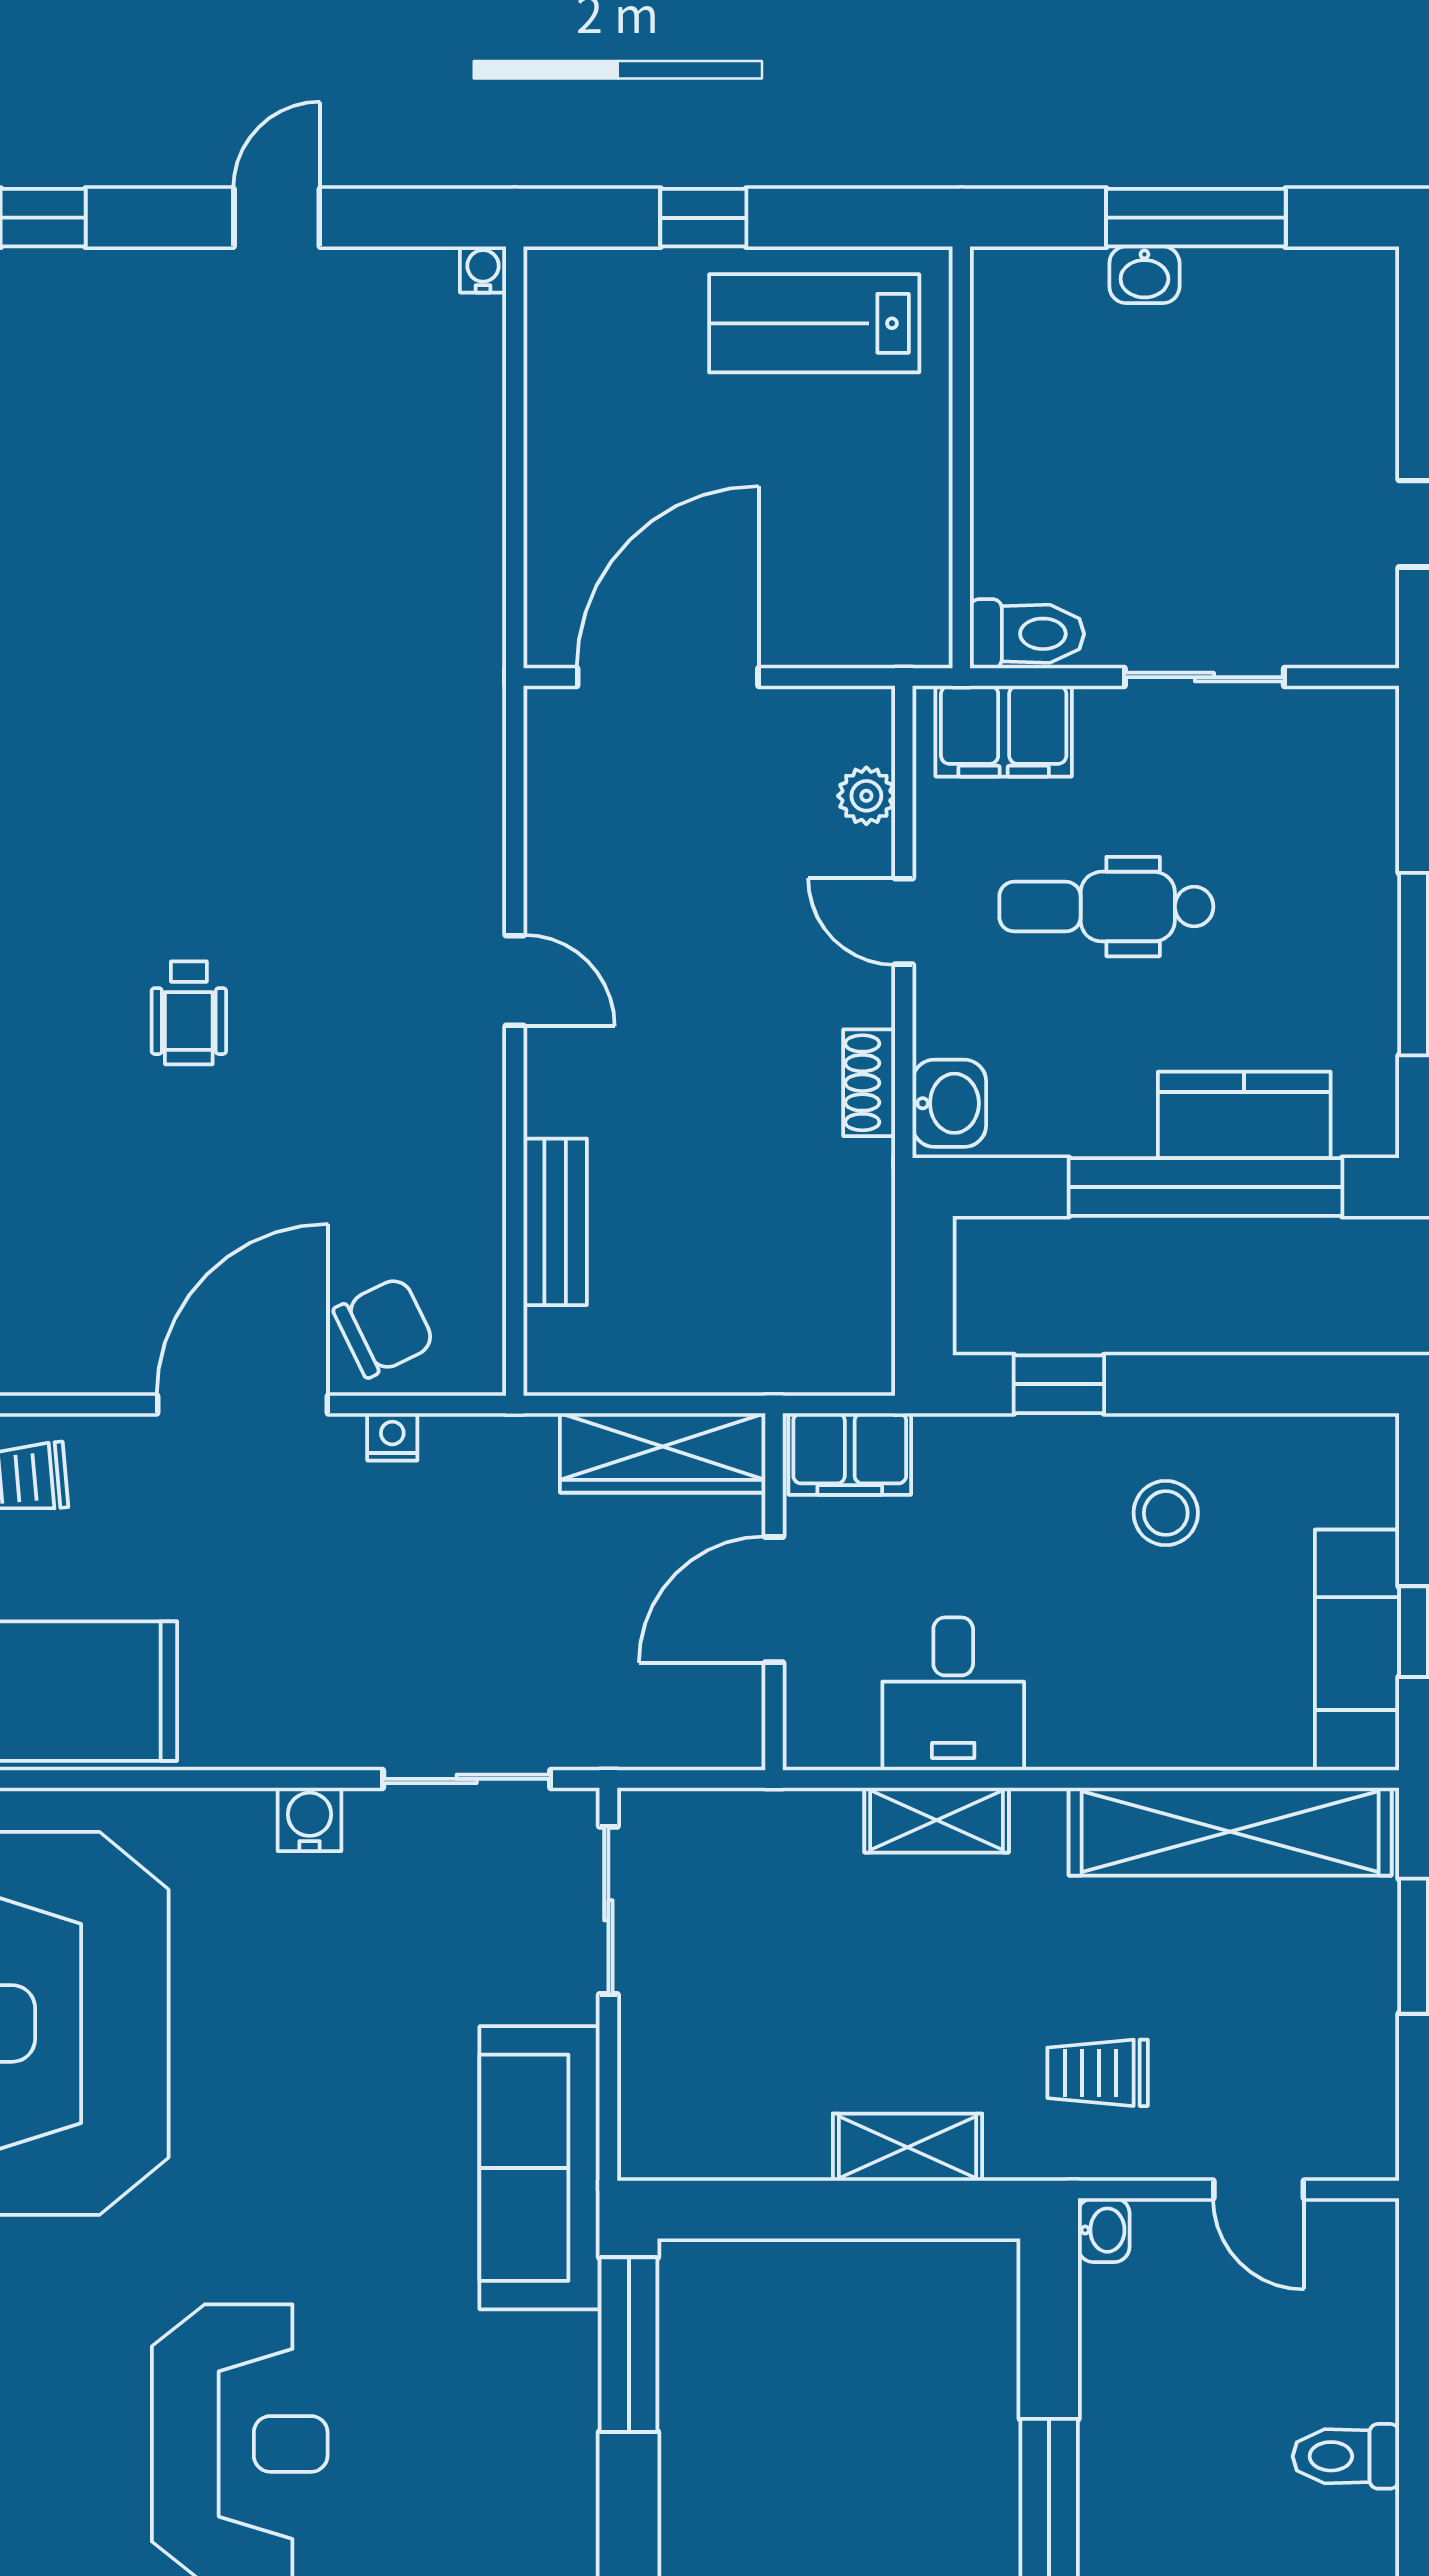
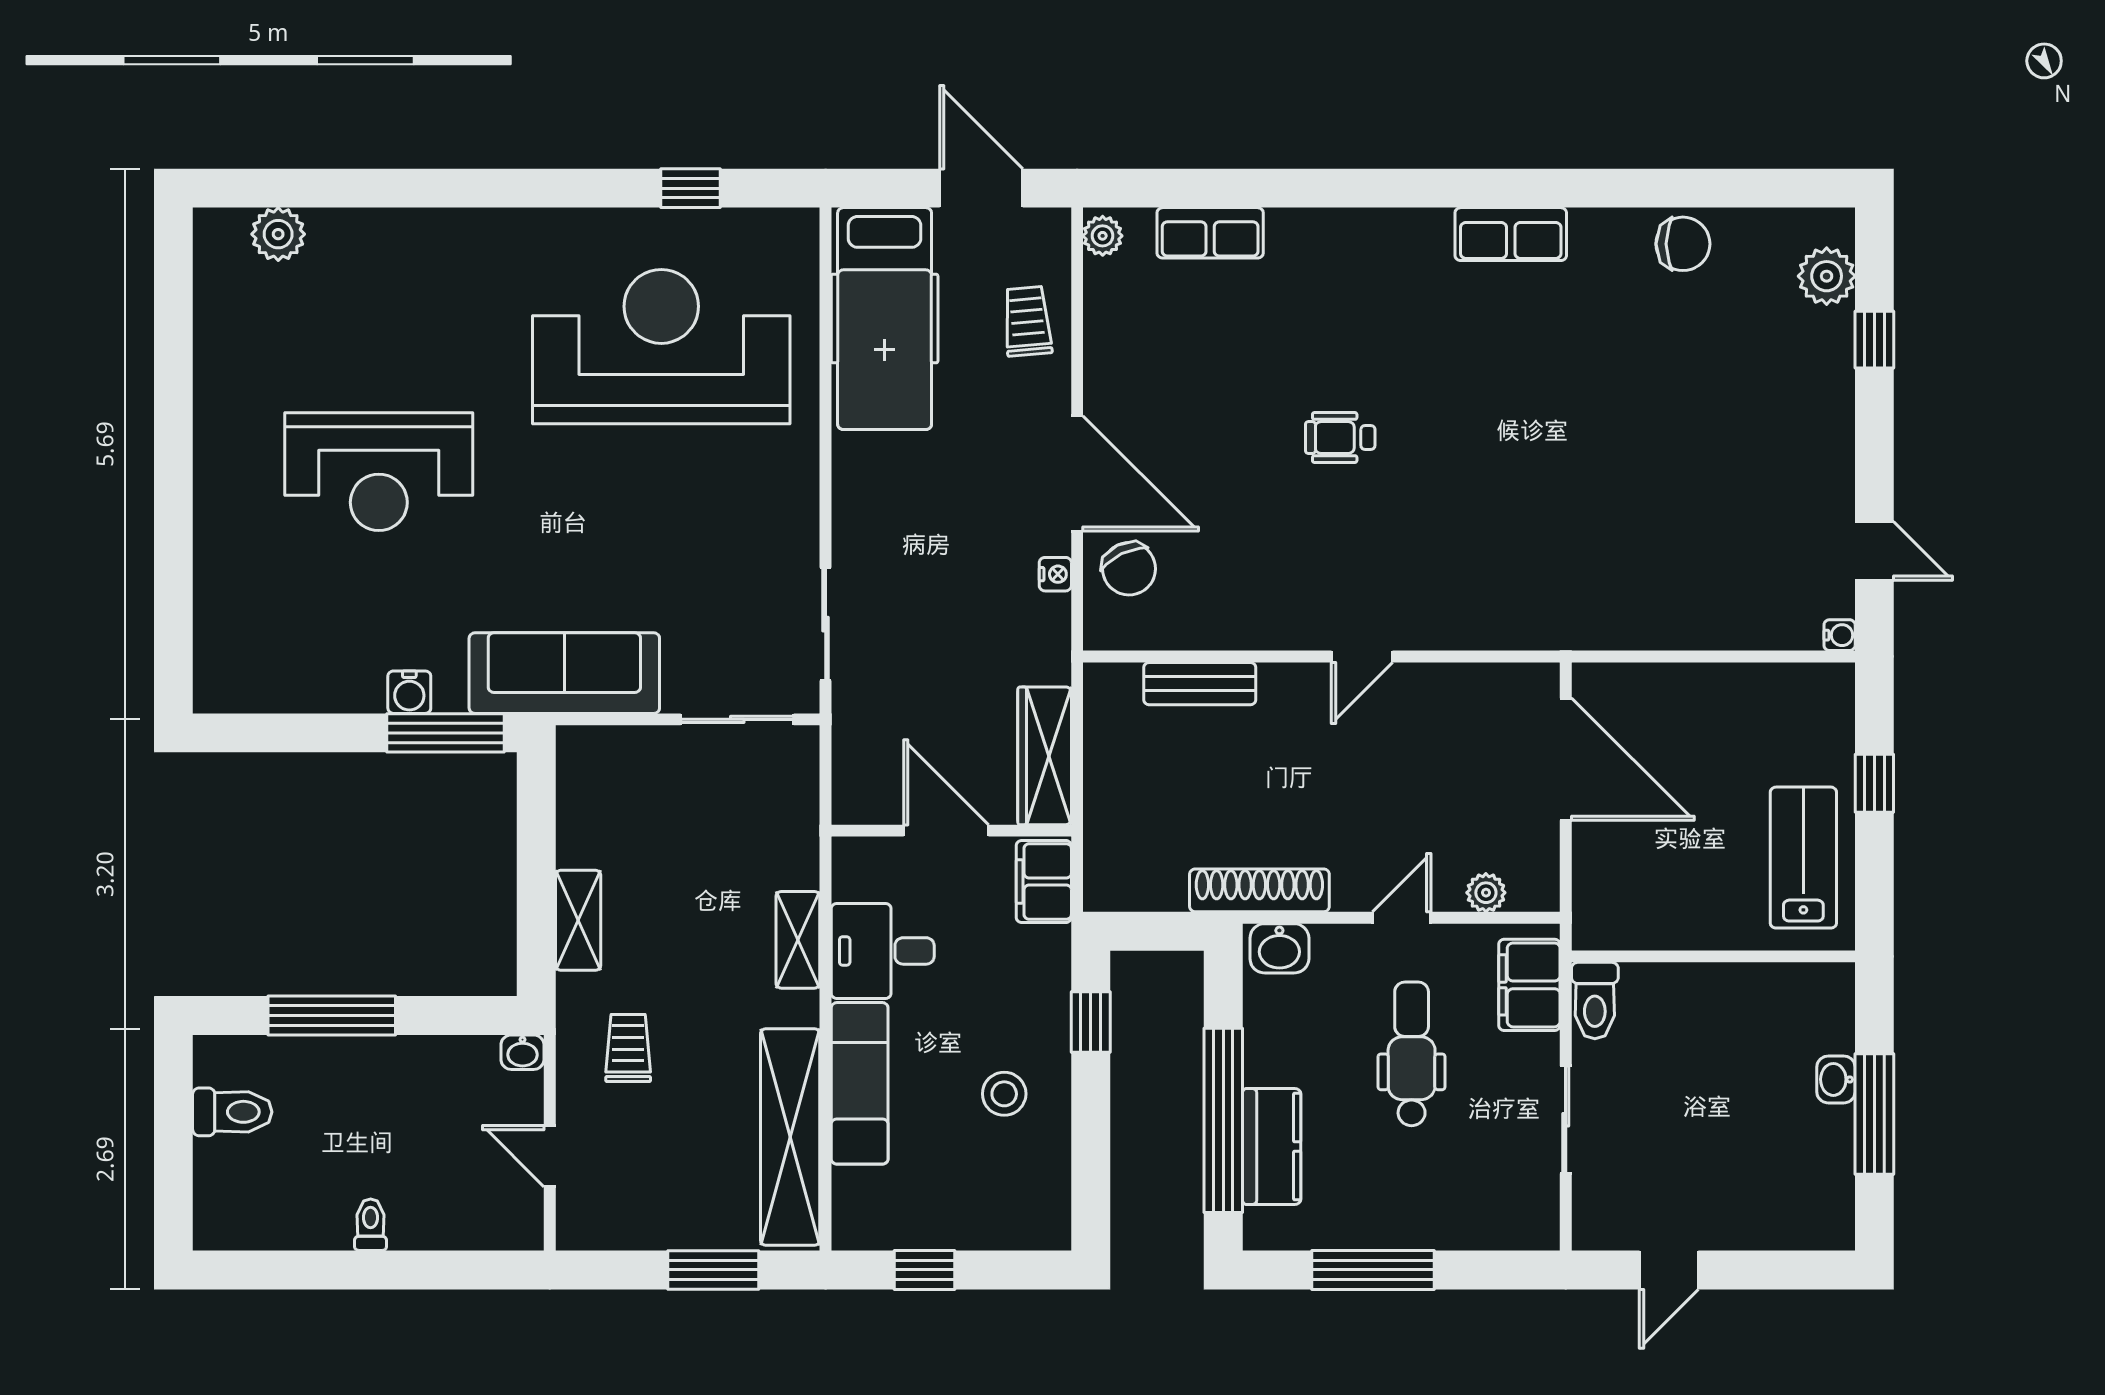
door: (277, 218) -> (1874, 551), moved
shoe rack: (869, 1083) -> (1259, 890), width x1.94, depth x1.24
exam couch: (1357, 1650) -> (860, 1083), moved, turned 90
water cooler: (310, 1819) -> (409, 692), moved, turned 90
door: (1259, 2189) -> (550, 1156), hinge flipped
toilet: (1346, 2456) -> (371, 1225), width x0.73, depth x0.72

